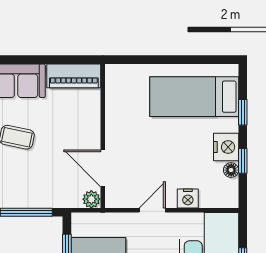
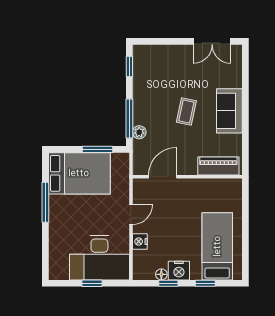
piano: (74, 76) -> (218, 166), moved, turned 90
plant: (91, 199) -> (139, 132), moved
door: (152, 210) -> (131, 214), hinge flipped

